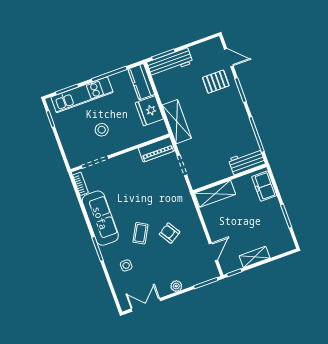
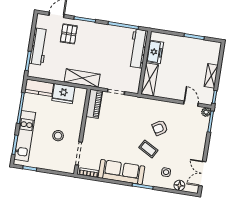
workbench: (170, 63) -> (39, 47), moved
workbench: (247, 161) -> (138, 48), width x1.37
freezer: (264, 186) -> (155, 52), moved, turned -90
plant: (176, 286) -> (206, 112), moved
floor lamp: (120, 287) -> (179, 185), added

